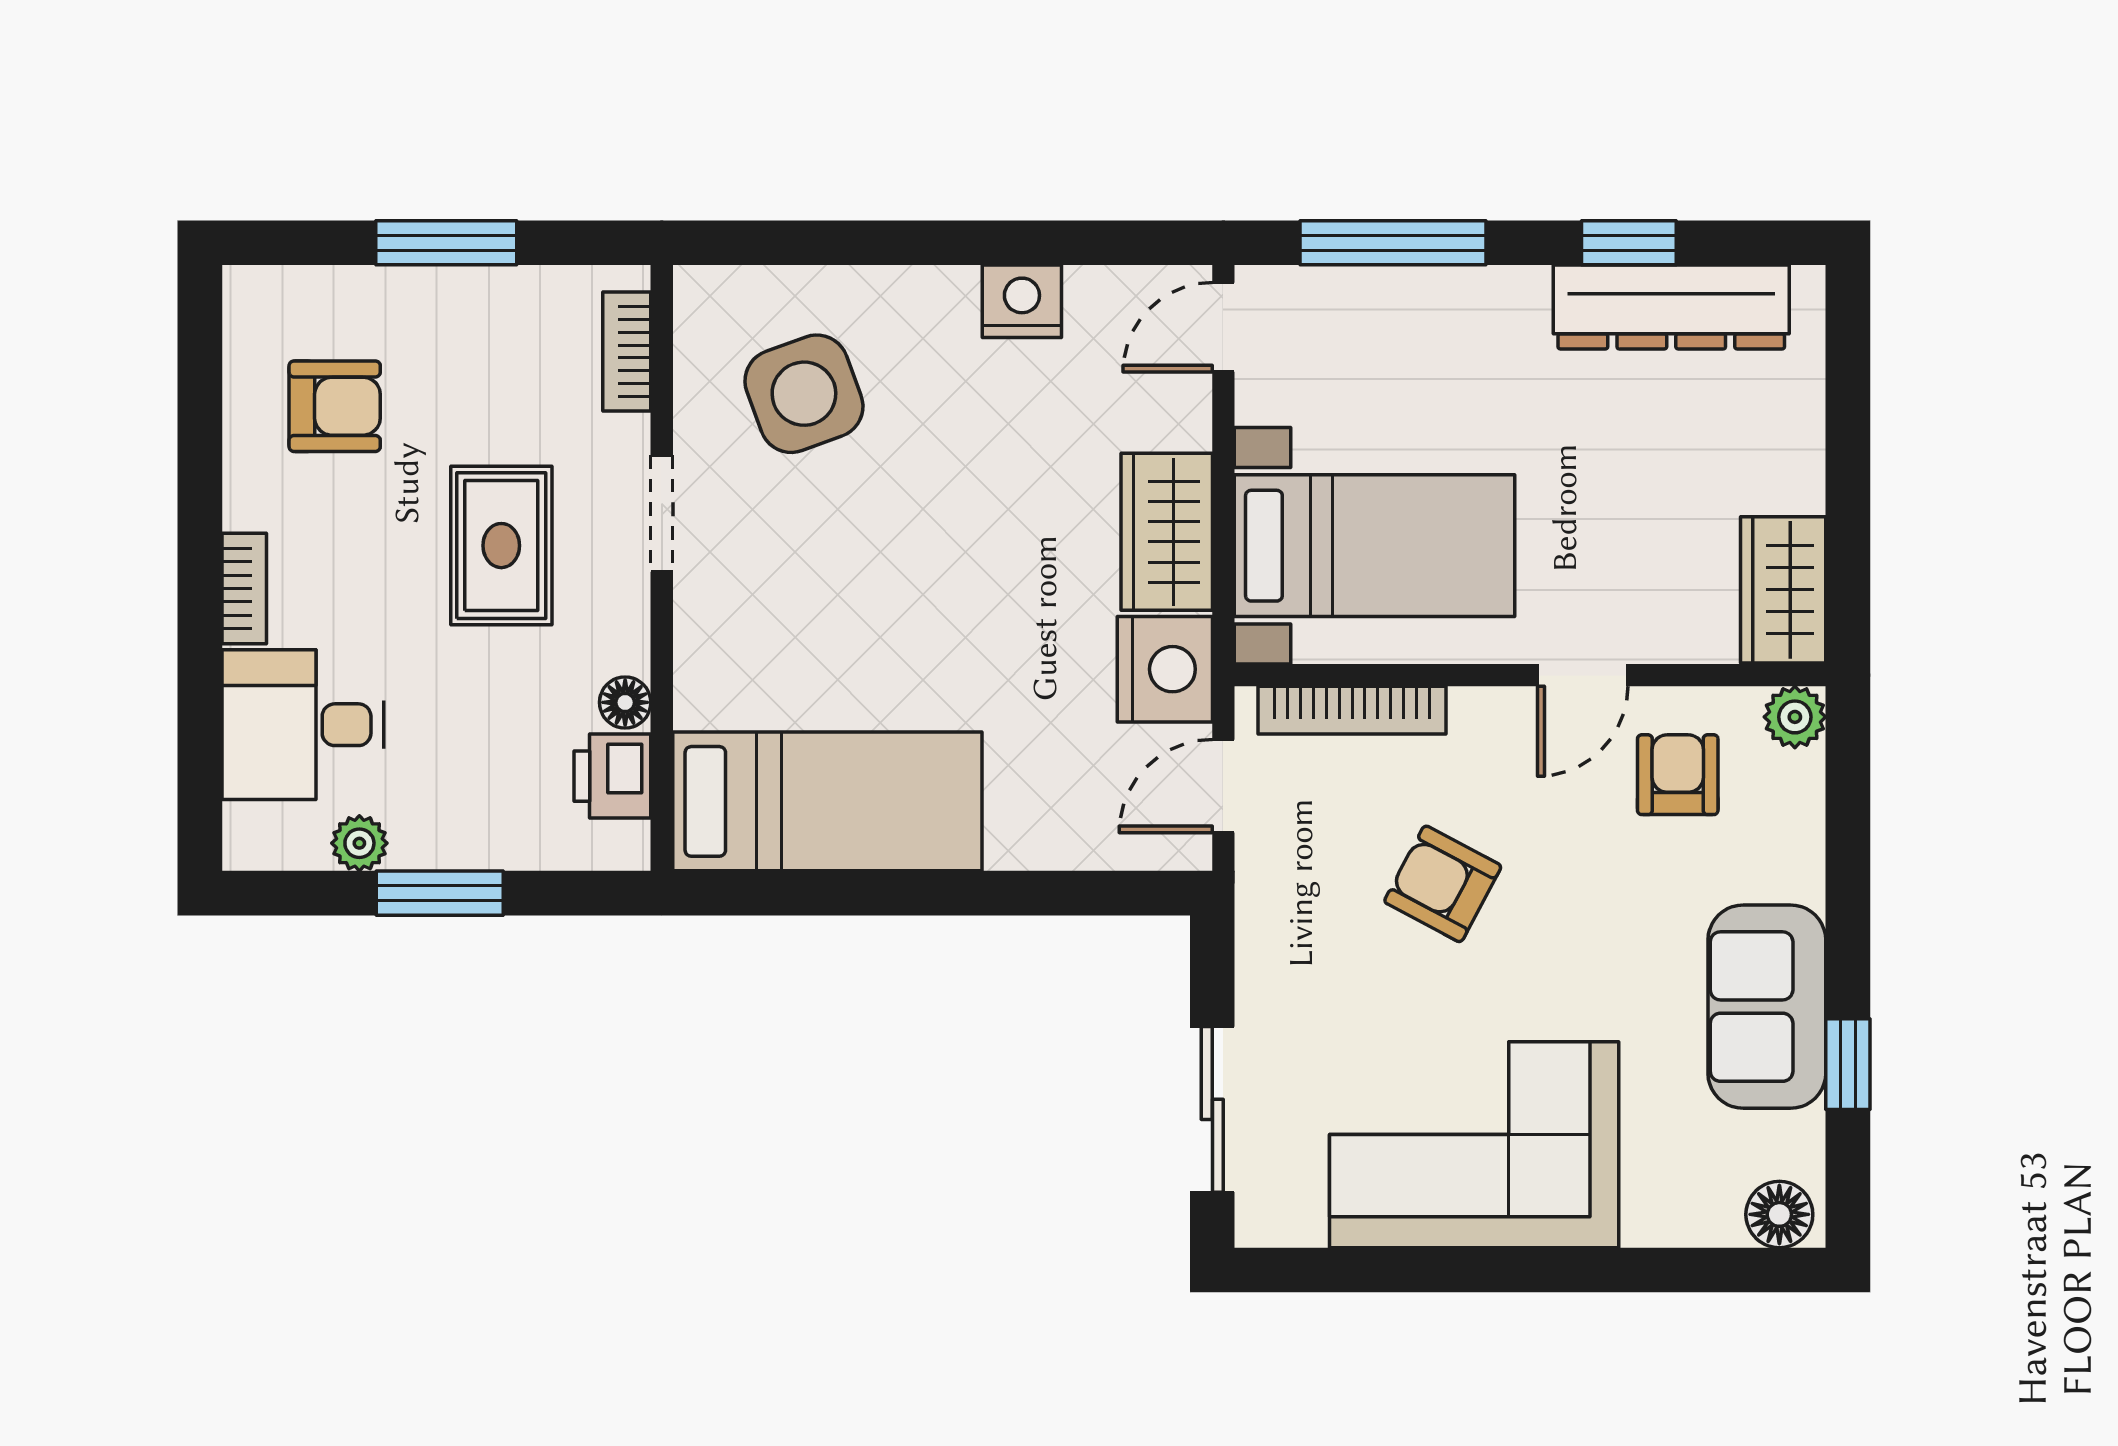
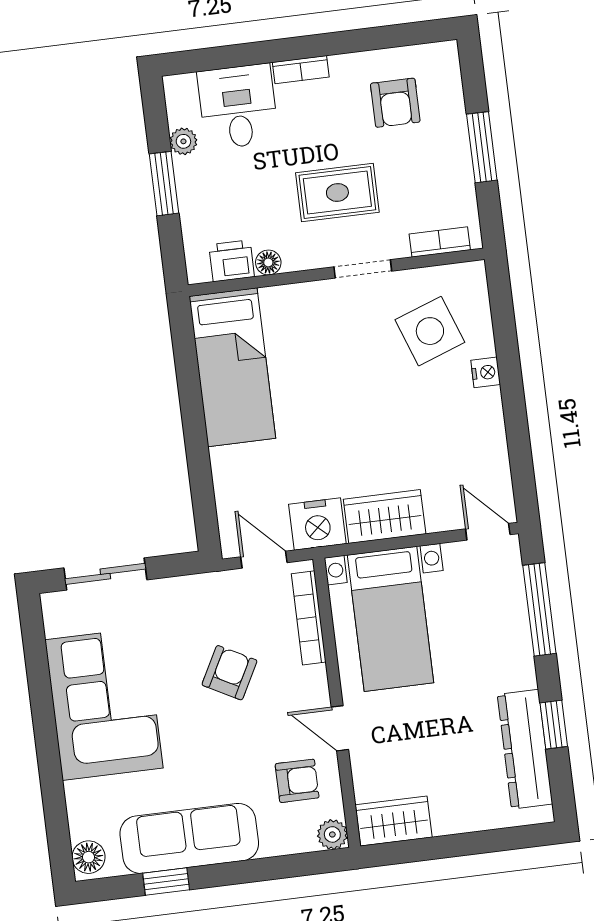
nightstand: (1022, 301) -> (486, 372), moved, width x0.72, depth x0.74
sofa: (1767, 1007) -> (189, 838), width x1.36

